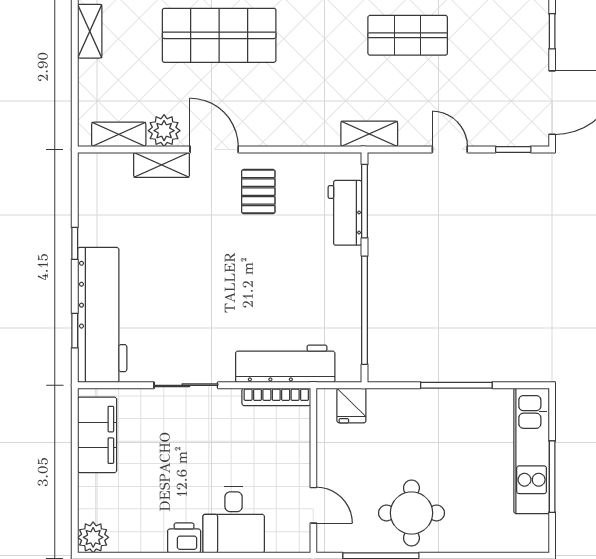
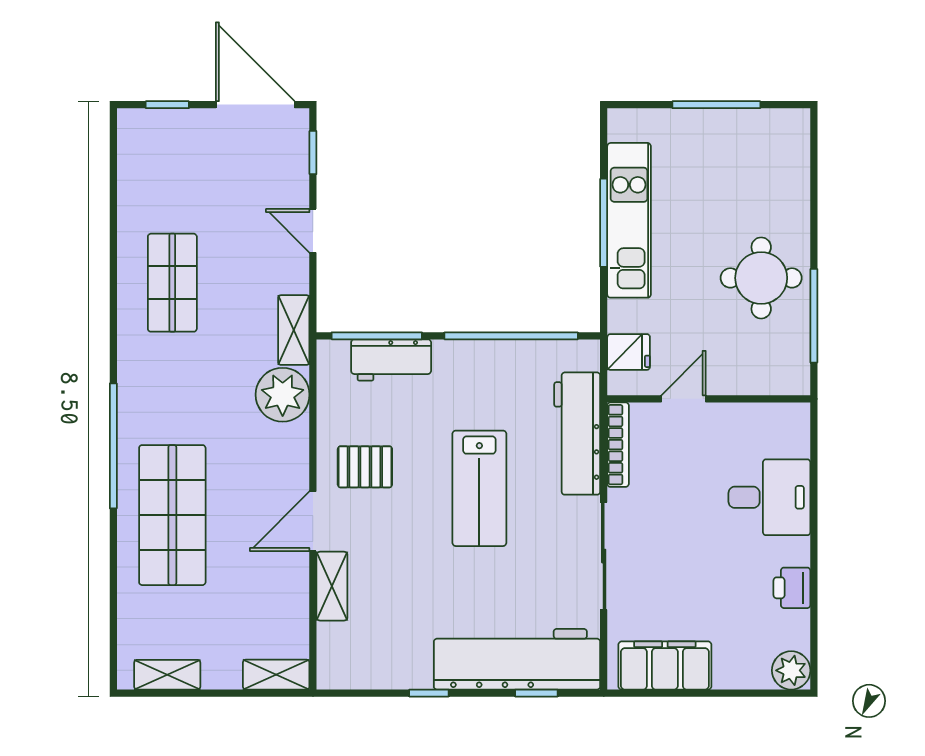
plant: (164, 131) -> (283, 395), moved, width x1.36, depth x1.36
shelving: (119, 134) -> (276, 675), moved, turned 90
door: (450, 149) -> (313, 231), hinge flipped
lab bench: (241, 284) -> (479, 488), added
sliding door: (186, 385) -> (604, 556), width x1.37
kitchen unit: (532, 451) -> (629, 220), moved, turned -90
door: (313, 505) -> (684, 399), moved
printer: (184, 538) -> (792, 588), moved

